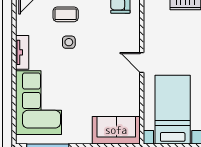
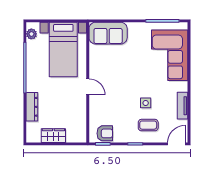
tv unit: (22, 52) -> (183, 106), moved

